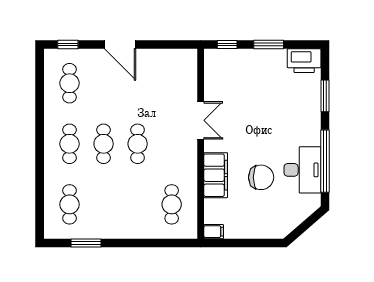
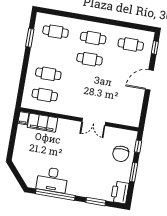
cafe table: (138, 144) -> (48, 74), moved
filing cabinet: (216, 175) -> (43, 123), moved
chair: (261, 177) -> (121, 154), moved

